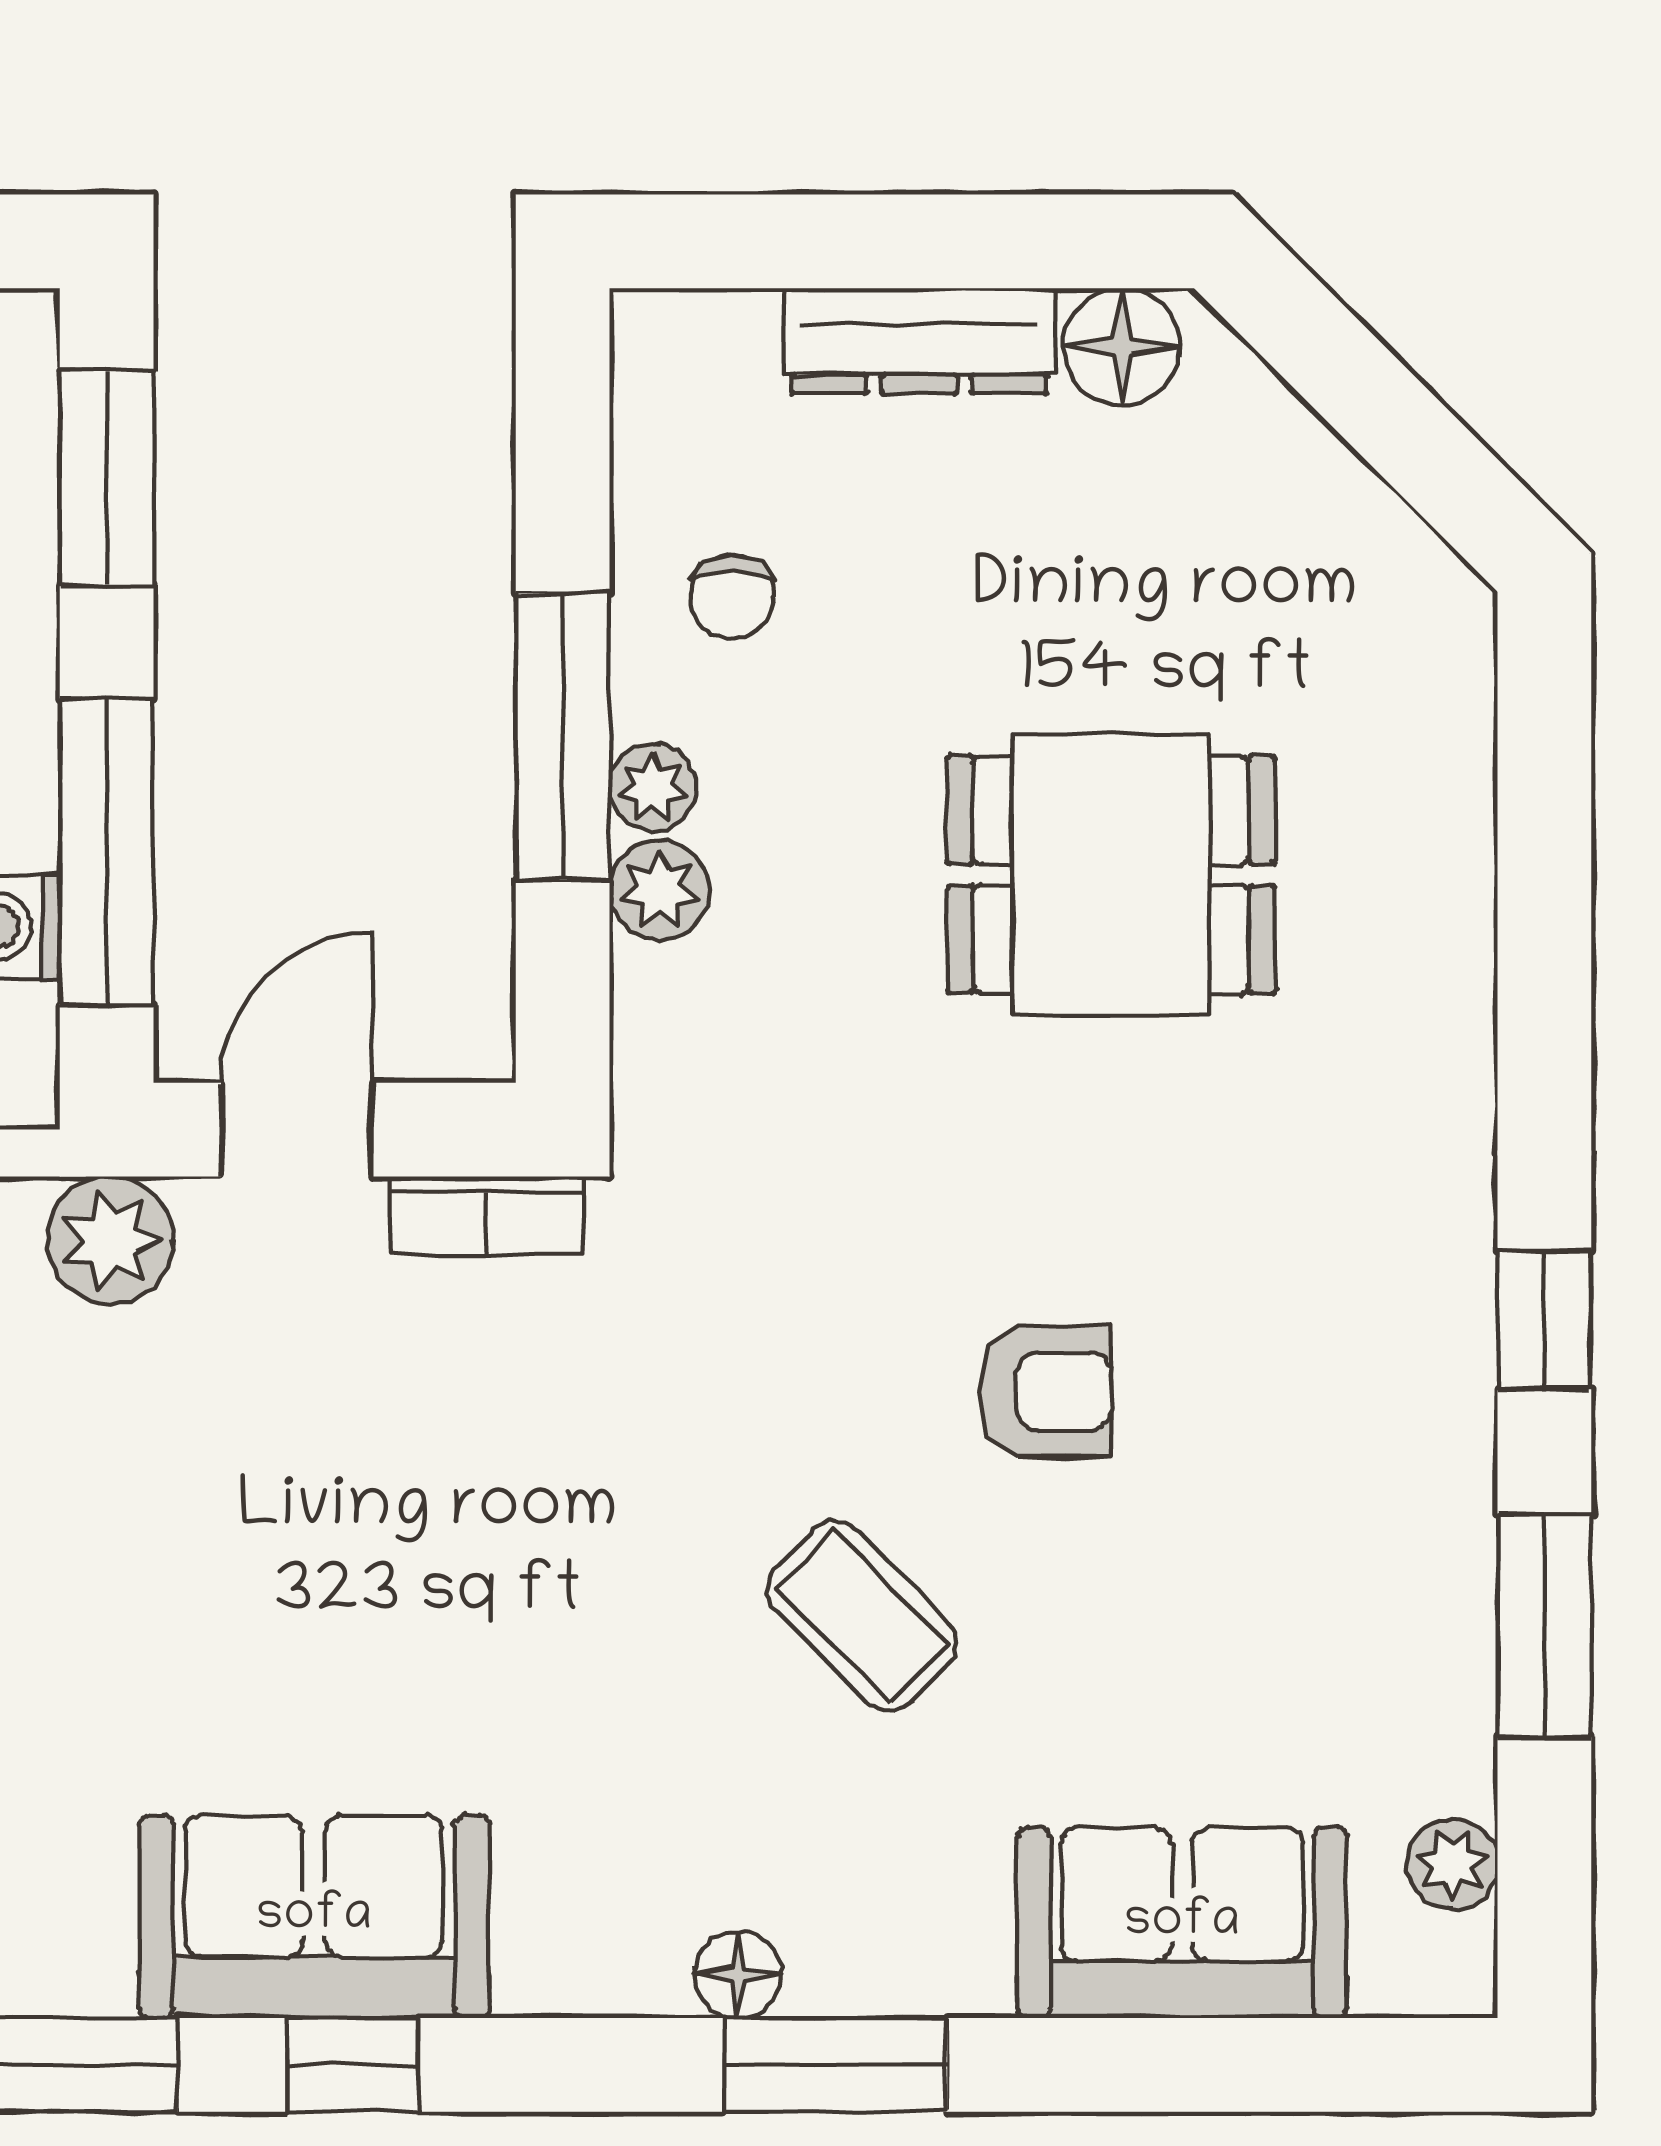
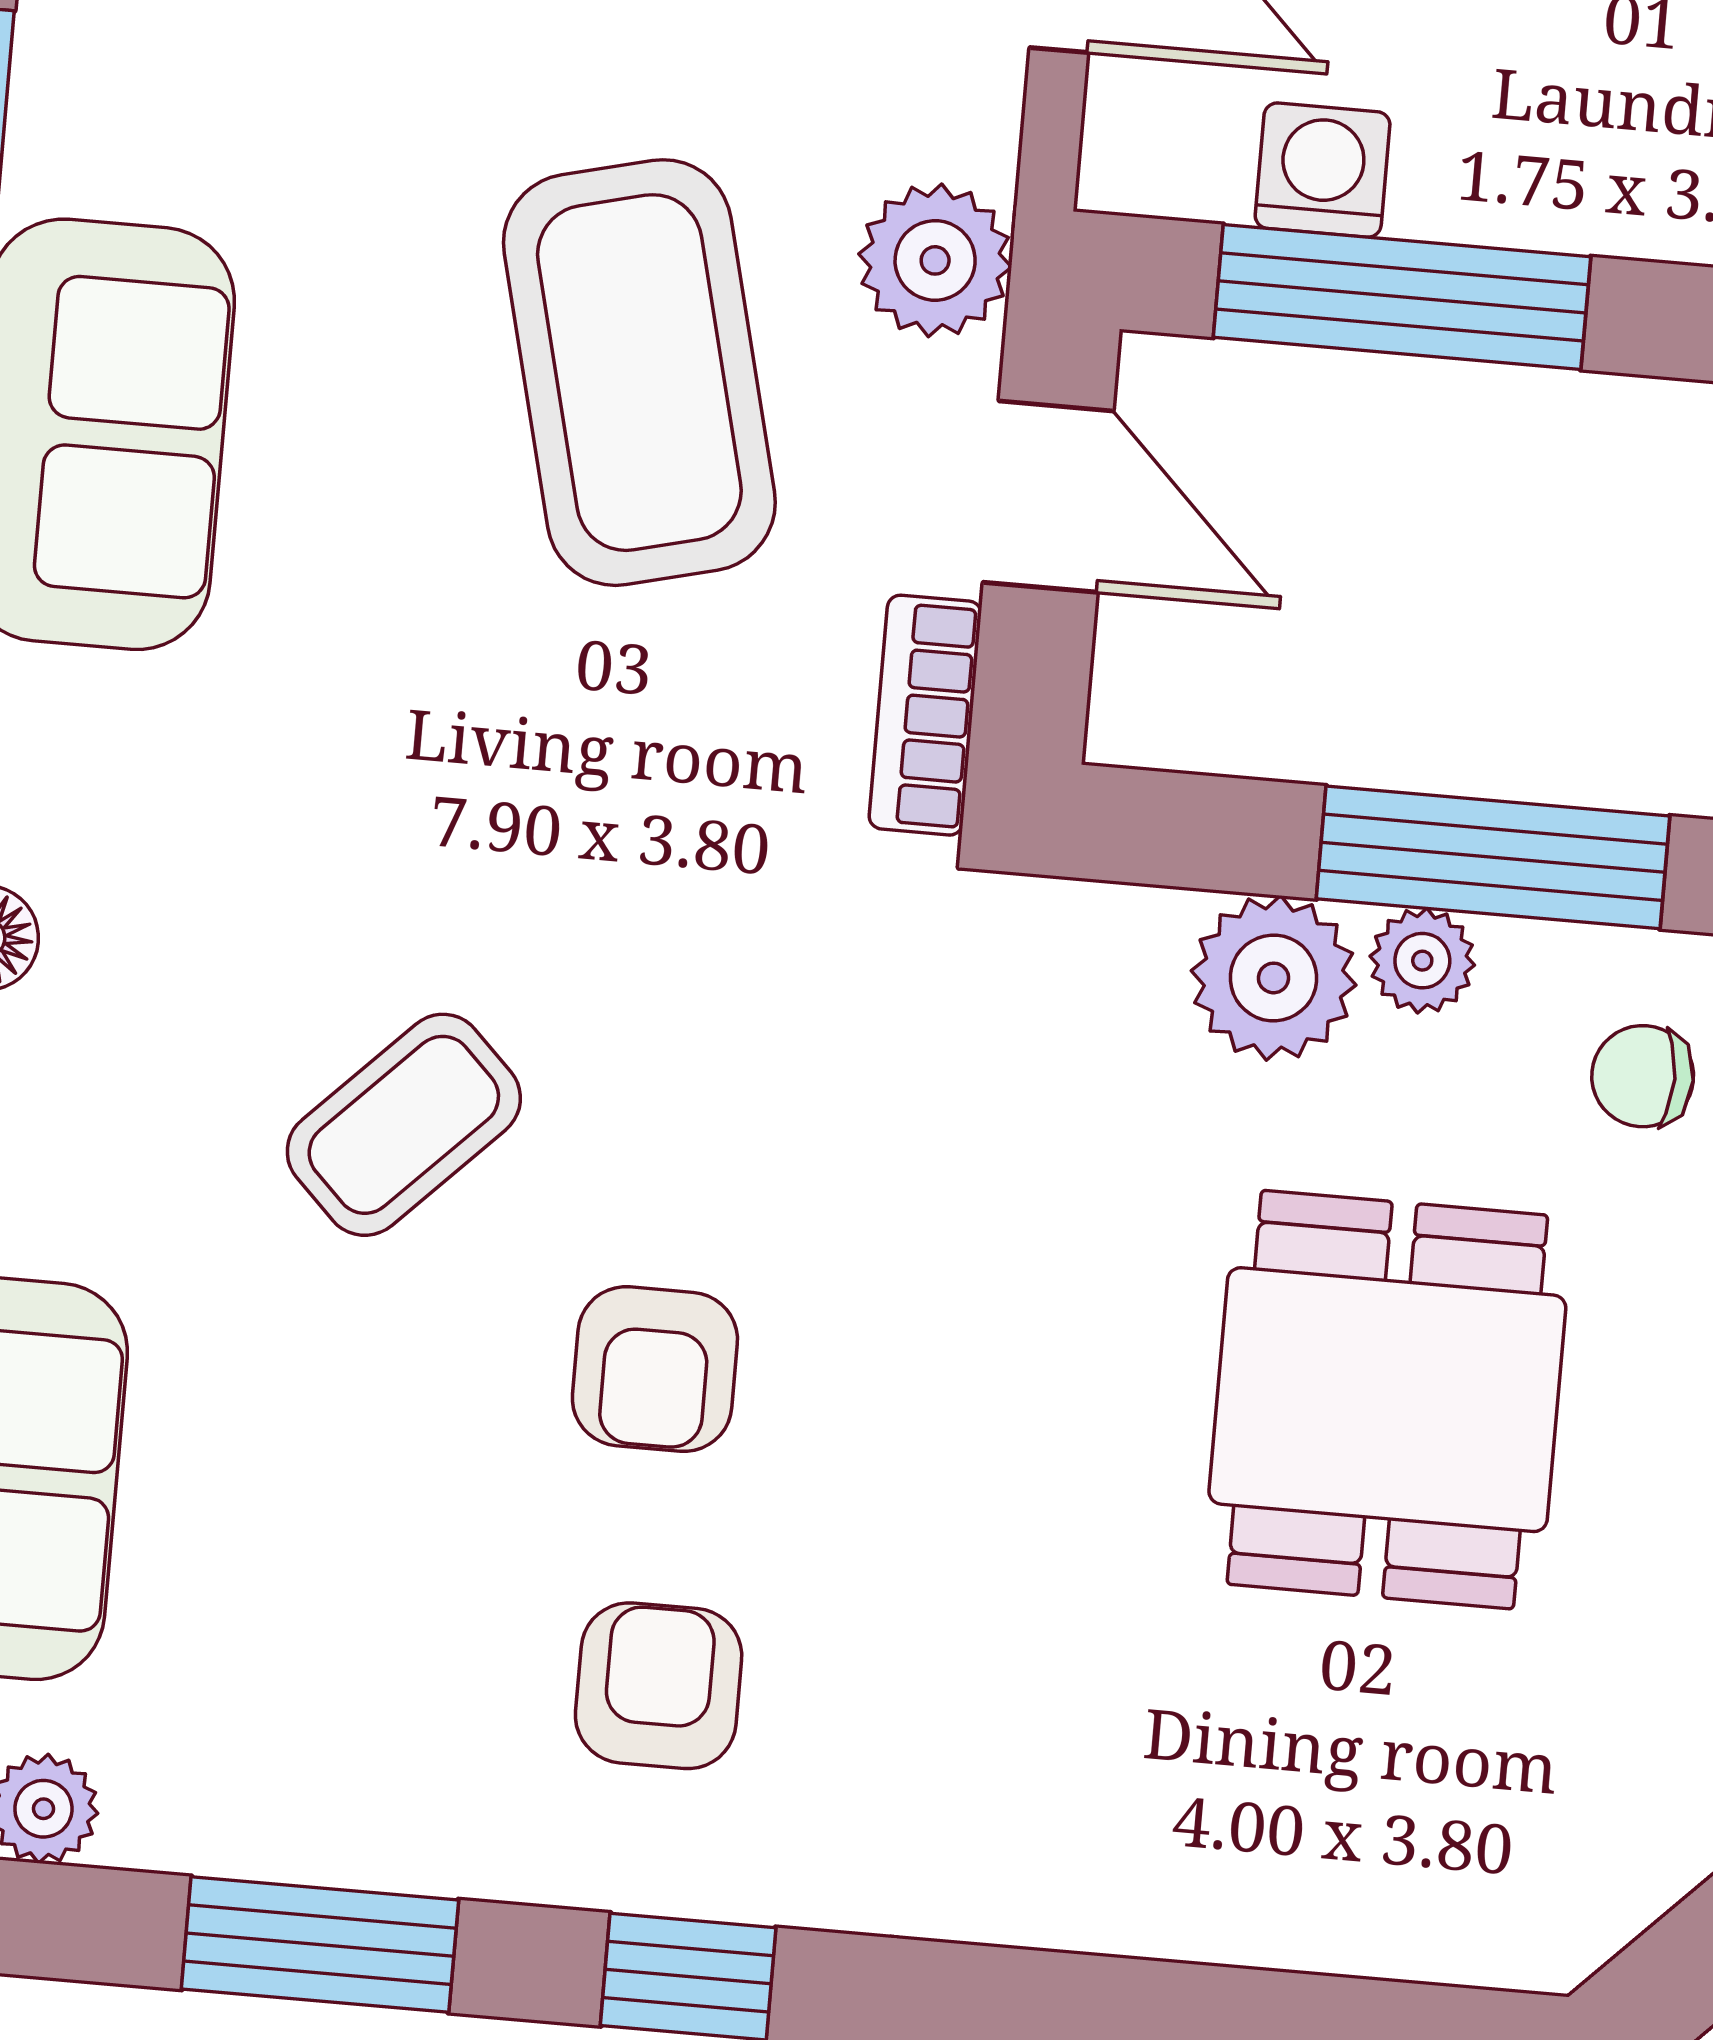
dining table: (1111, 875) -> (1387, 1400), moved
plant: (659, 890) -> (1274, 978), width x1.38, depth x1.38
armchair: (1306, 1365) -> (659, 1686), added
coffee table: (224, 1476) -> (639, 373), added

